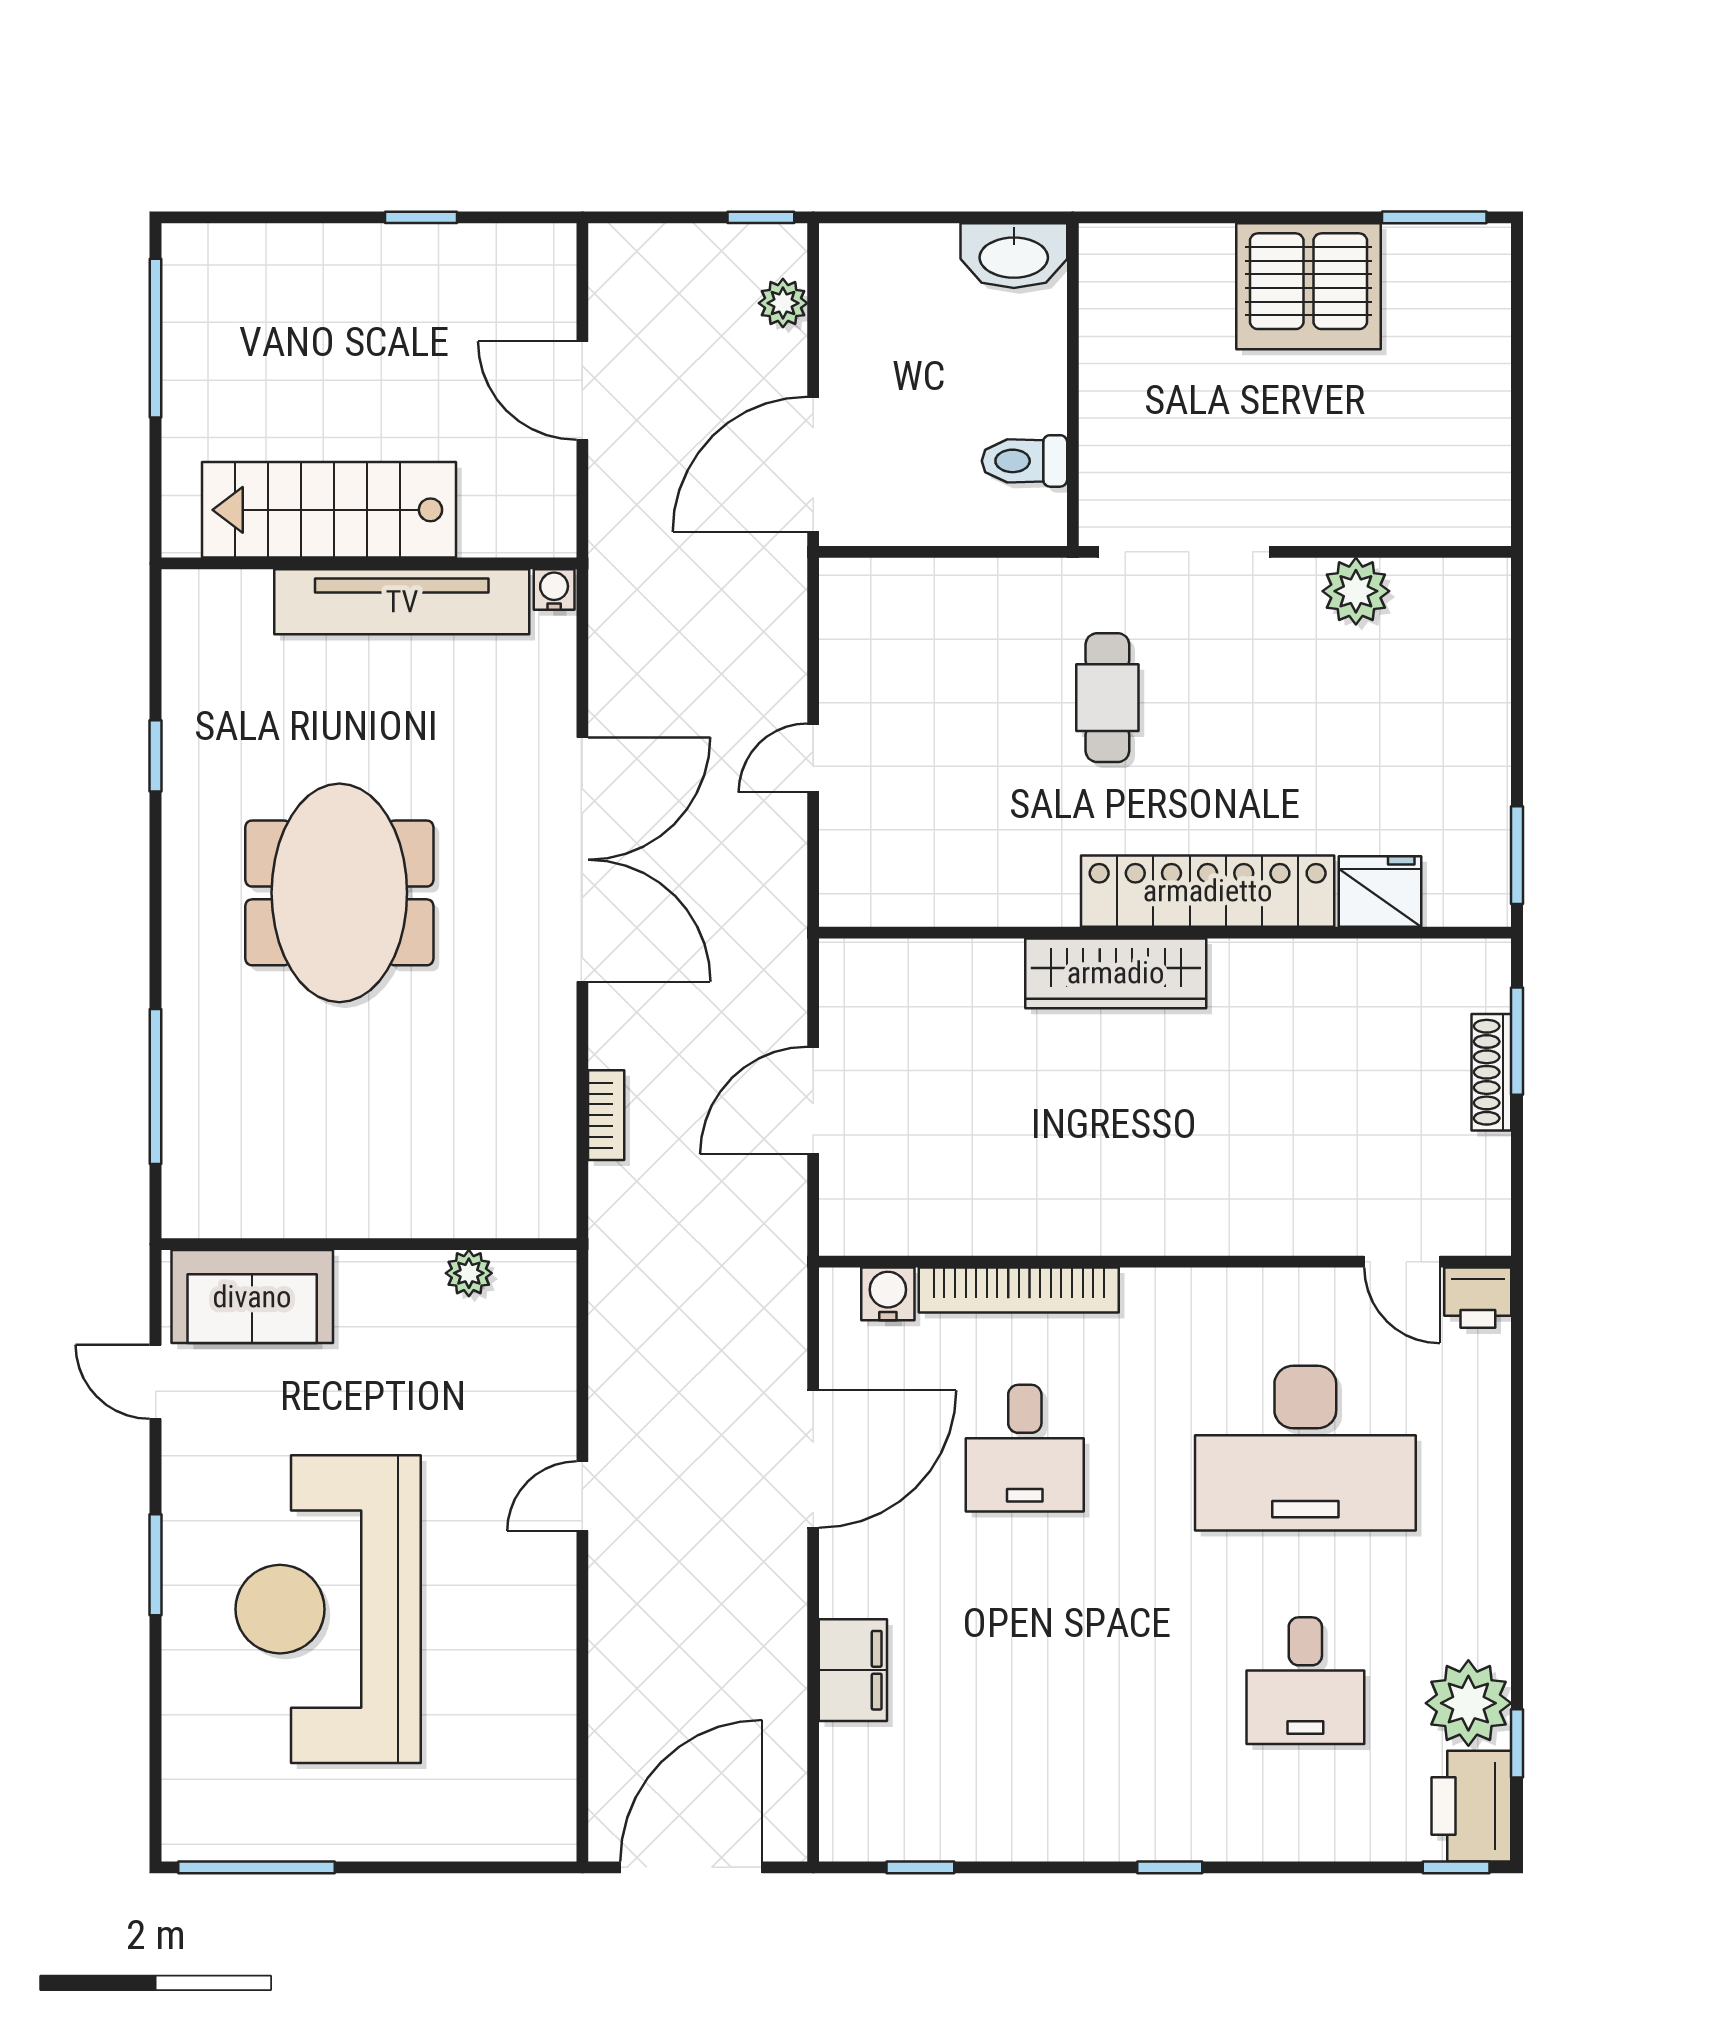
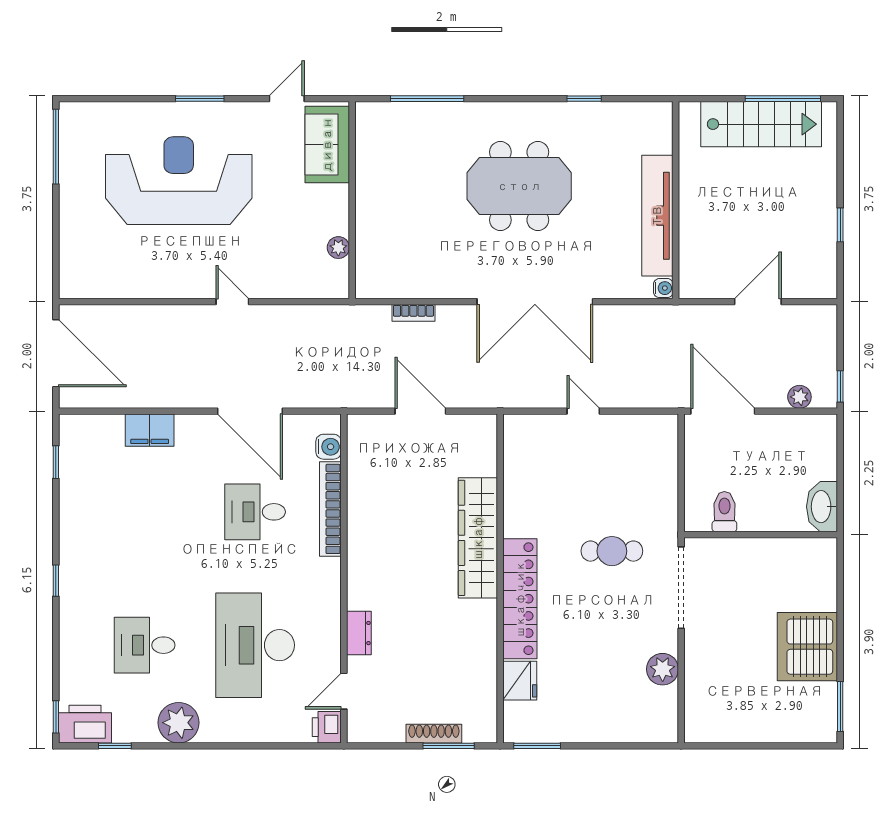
stairs: (329, 510) -> (761, 124), moved, turned 90
wardrobe: (1116, 973) -> (478, 538), width x1.40, depth x1.17
dresser: (1280, 1230) -> (359, 633), added
plant: (1468, 1703) -> (179, 723), moved

